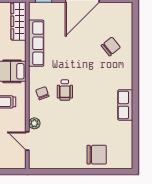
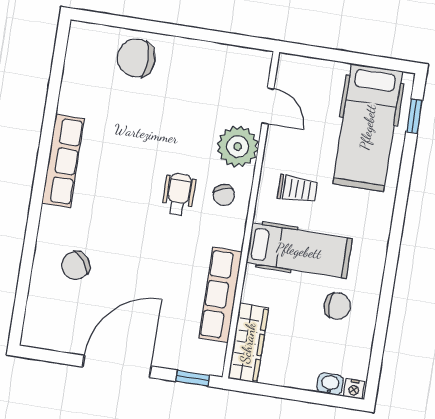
row of seats: (125, 105) -> (63, 161), width x1.48
plant: (34, 123) -> (238, 147), width x1.87, depth x1.87

